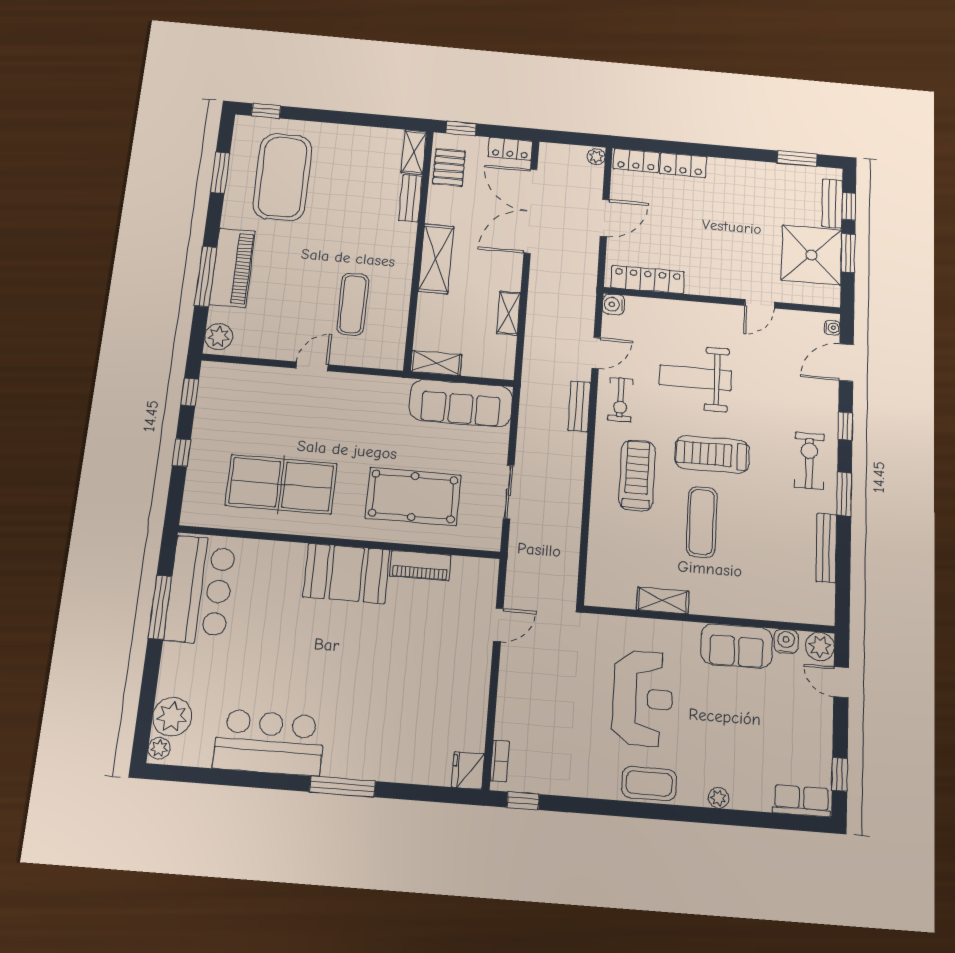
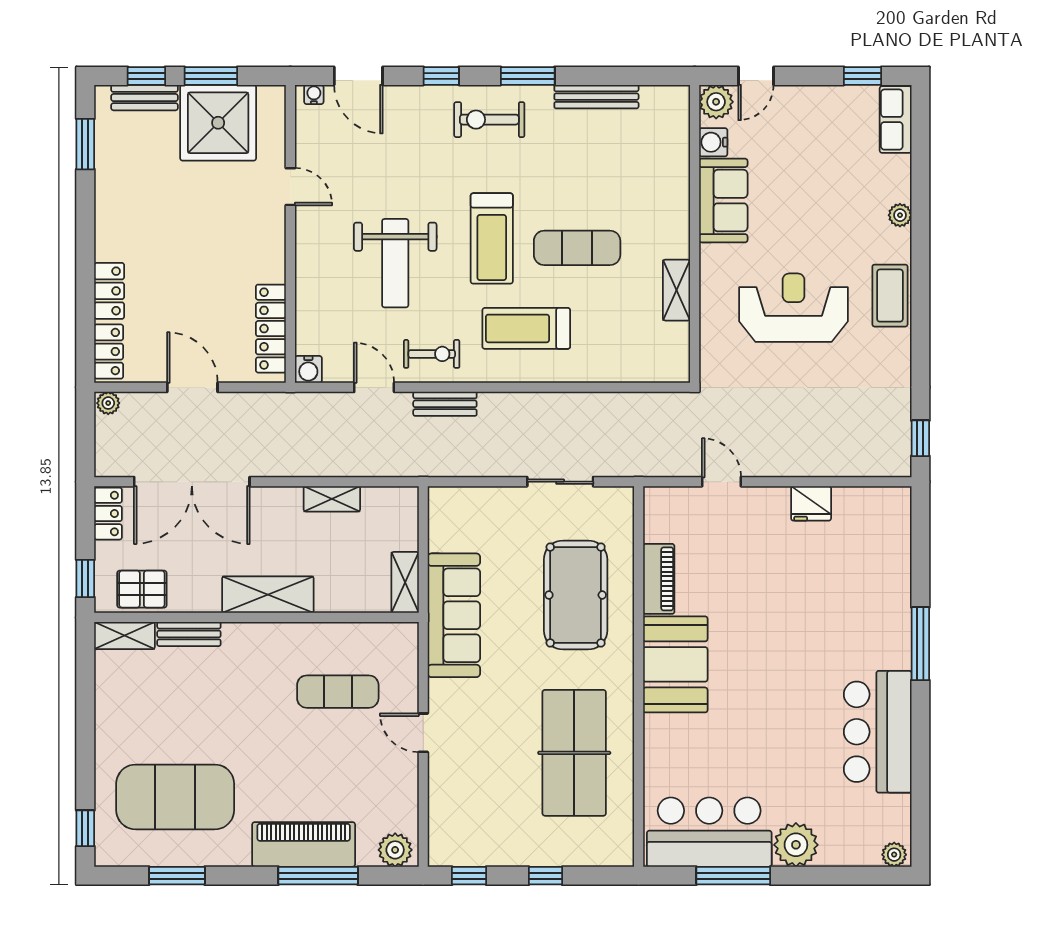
sofa: (461, 403) -> (454, 615), moved
plant: (172, 717) -> (796, 845), moved
bookcase: (500, 761) -> (878, 468), removed
fridge: (468, 771) -> (811, 503), moved

